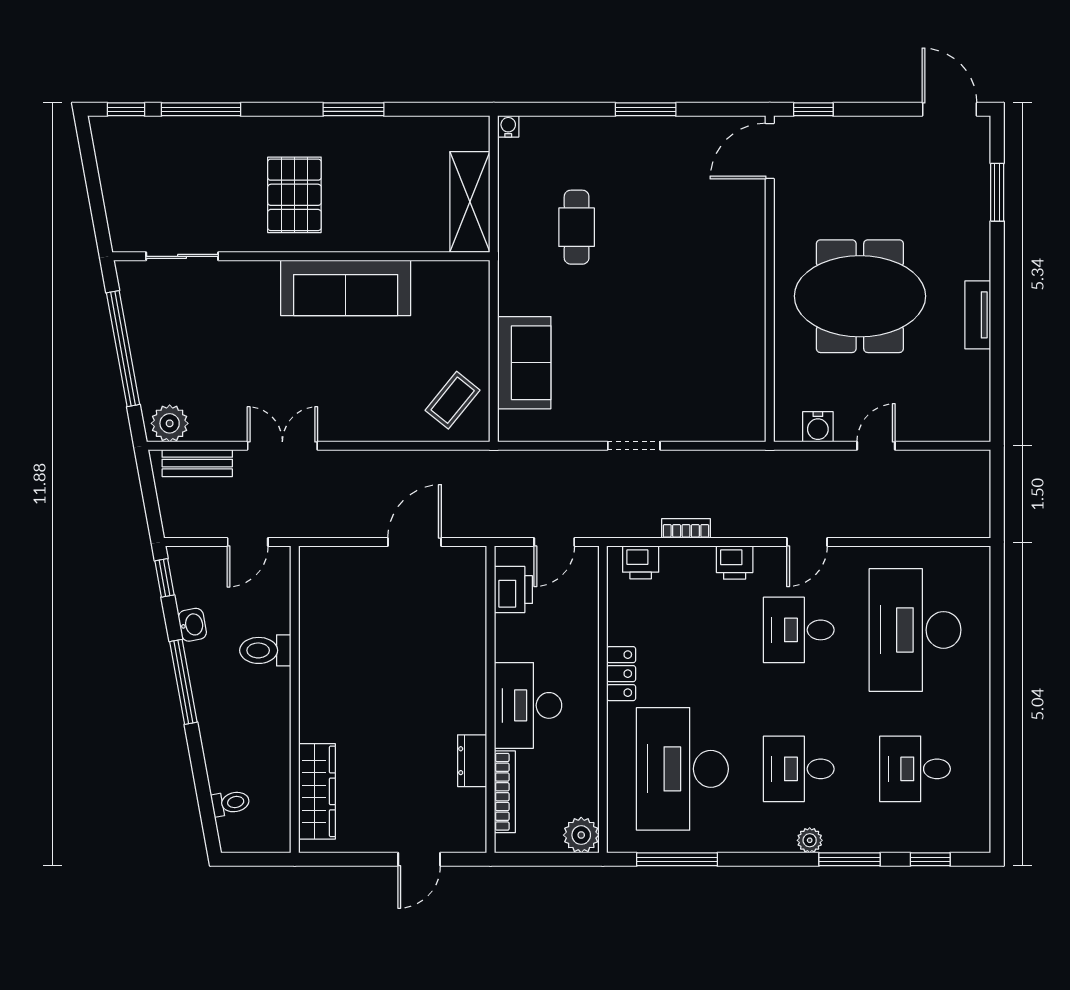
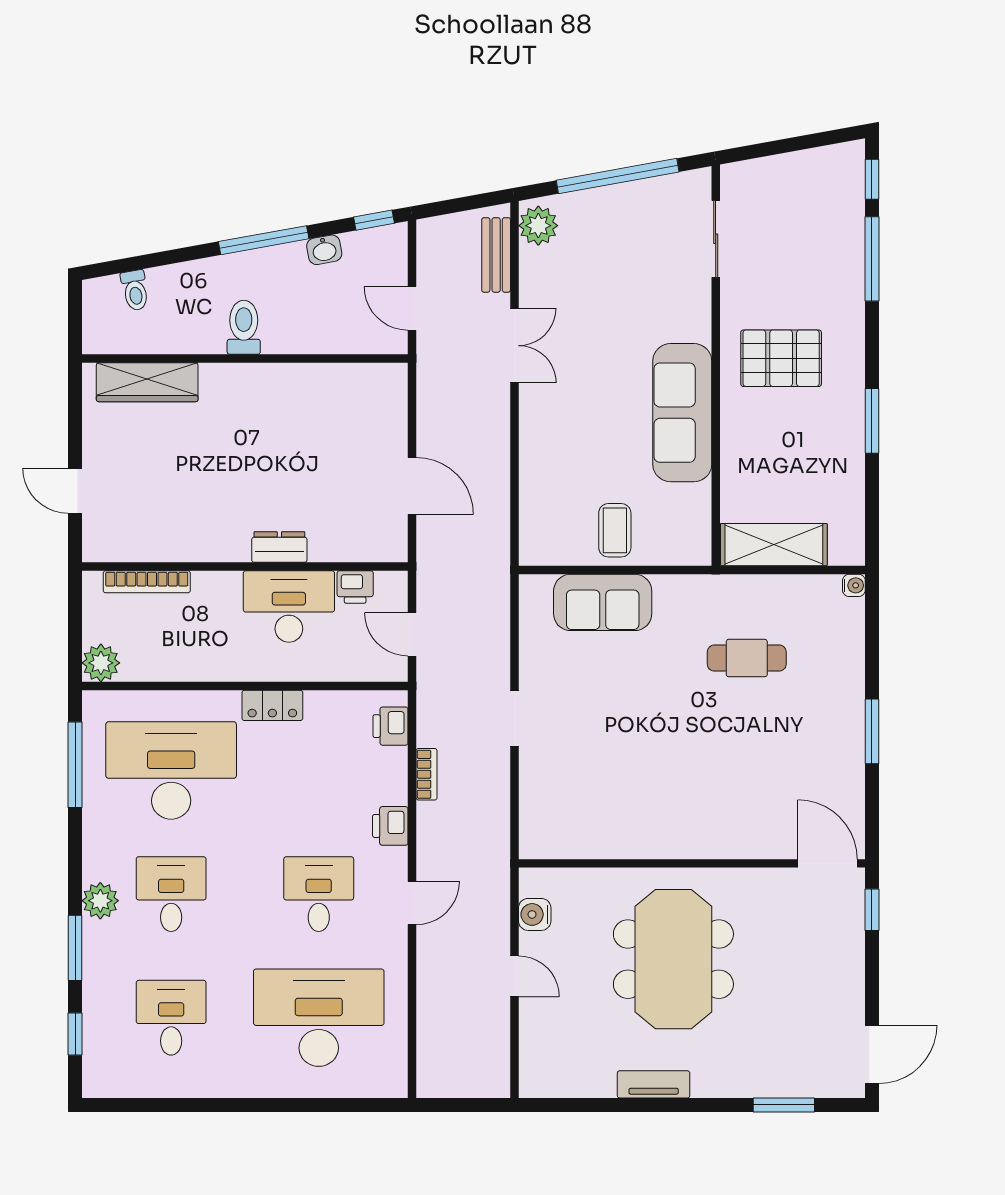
coffee table: (453, 400) -> (615, 530), moved, turned 51
door: (807, 542) -> (412, 903), swing flipped
printer: (513, 590) -> (355, 587), width x0.73, depth x0.81
toilet: (265, 650) -> (244, 327), moved
desk: (528, 705) -> (289, 606), moved
dresser: (472, 761) -> (279, 547), moved
plant: (810, 840) -> (100, 901), width x1.38, depth x1.38

